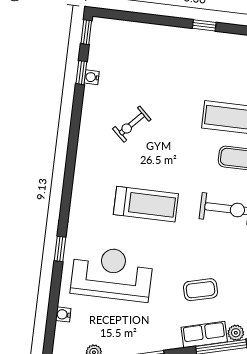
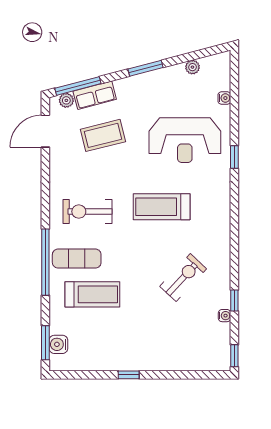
window: (81, 73) -> (234, 300), moved
exercise bike: (132, 124) -> (183, 278), width x1.38, depth x1.39
coffee table: (200, 290) -> (103, 135), width x1.36, depth x1.30

